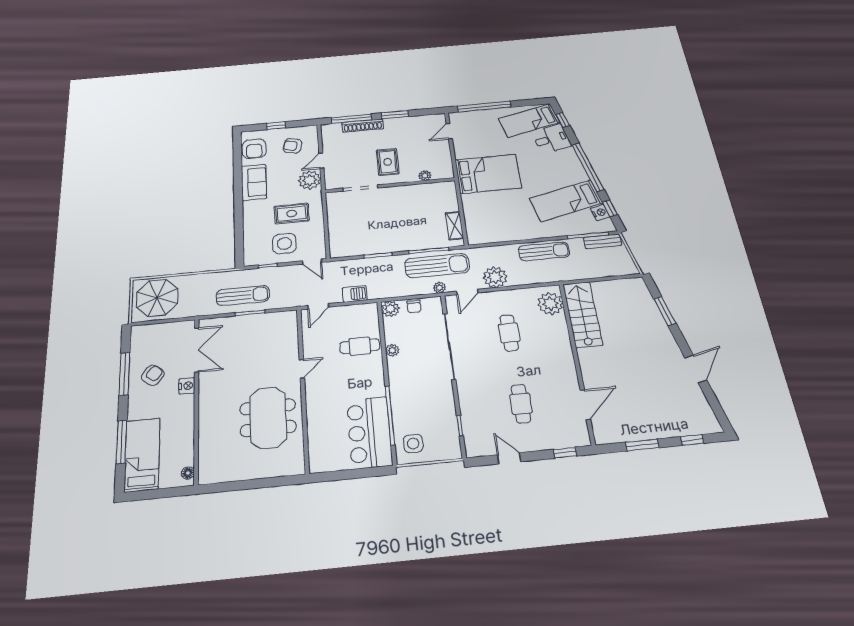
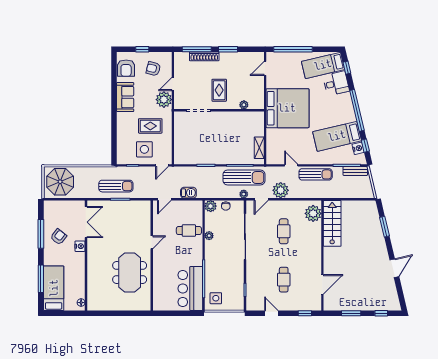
bed: (488, 174) -> (287, 108), width x1.36
door: (505, 243) -> (291, 165), added
door: (312, 262) -> (162, 165), hinge flipped

